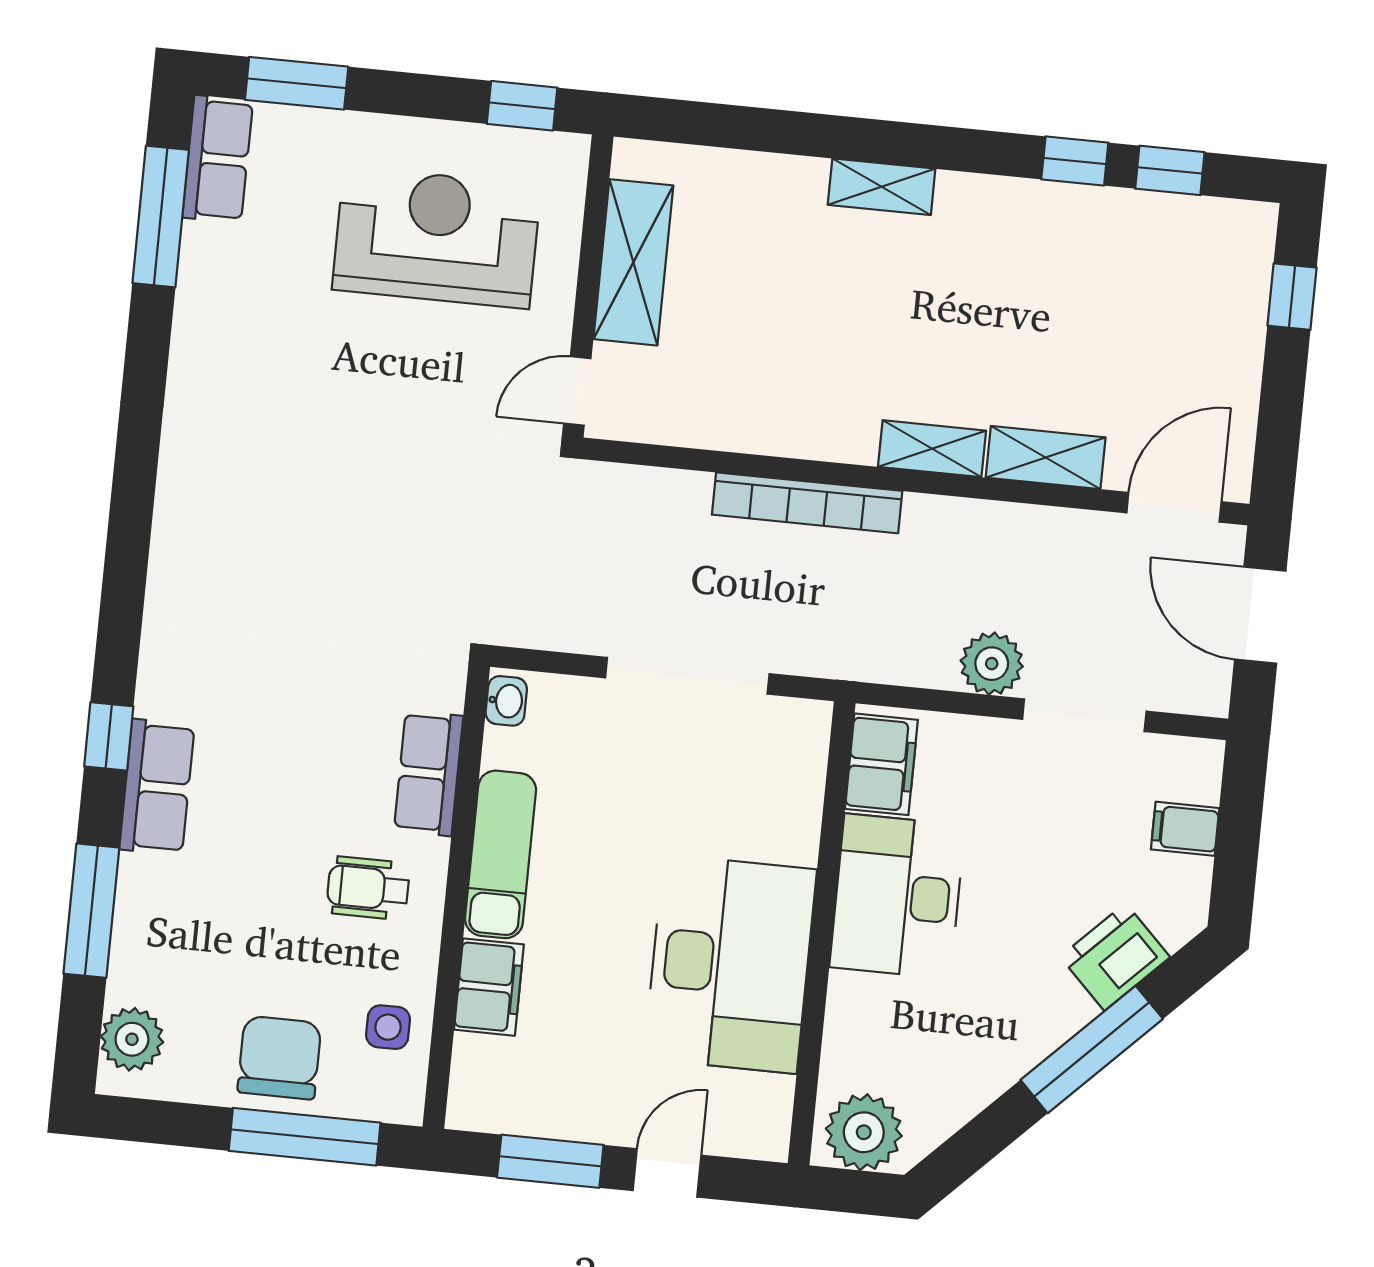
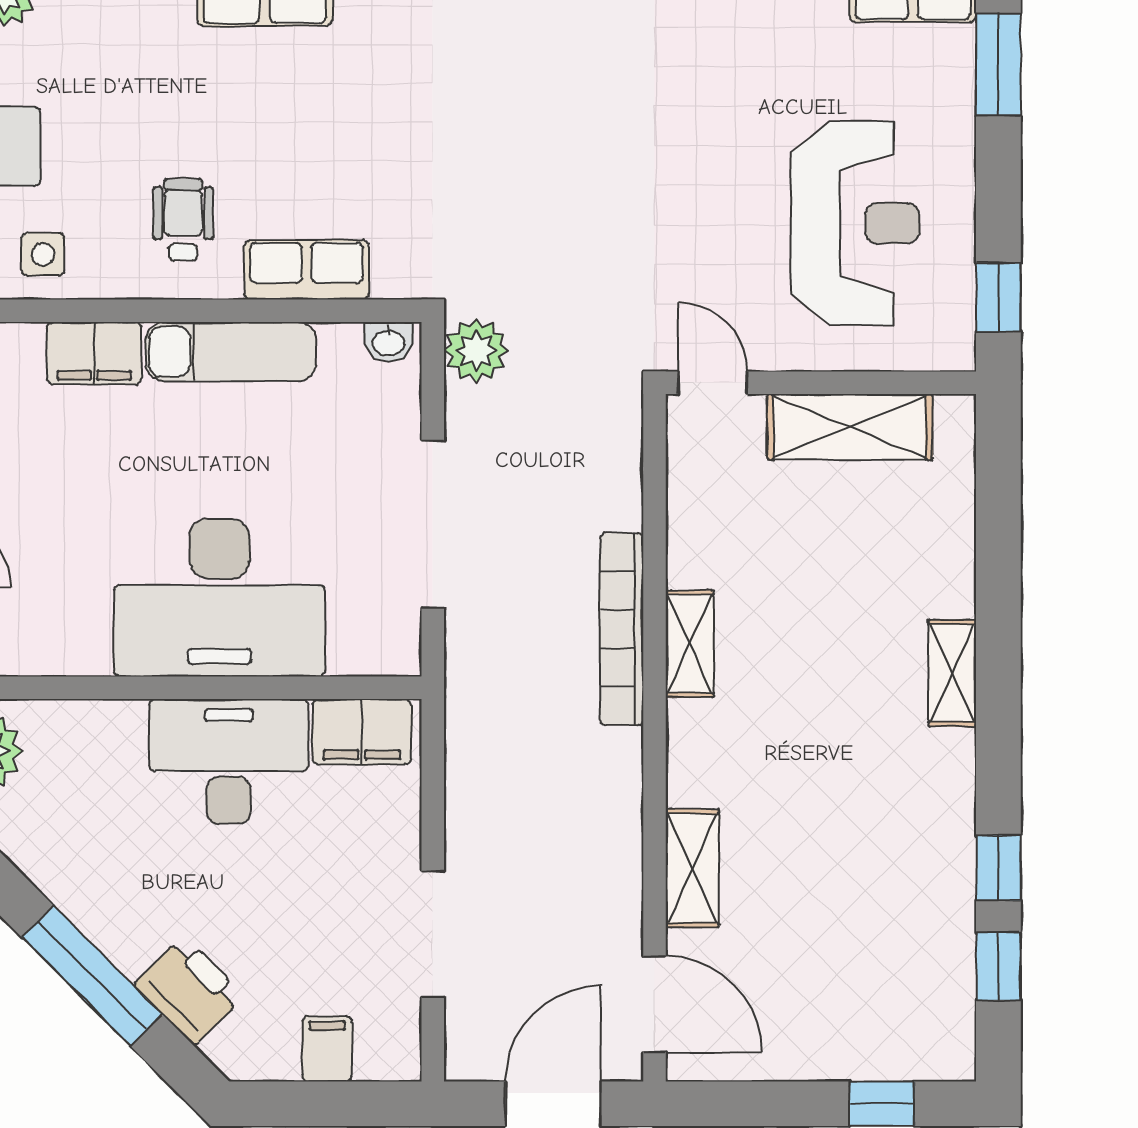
shelving: (932, 449) -> (690, 644), moved
plant: (992, 664) -> (476, 351), moved
desk: (730, 964) -> (219, 598), moved

